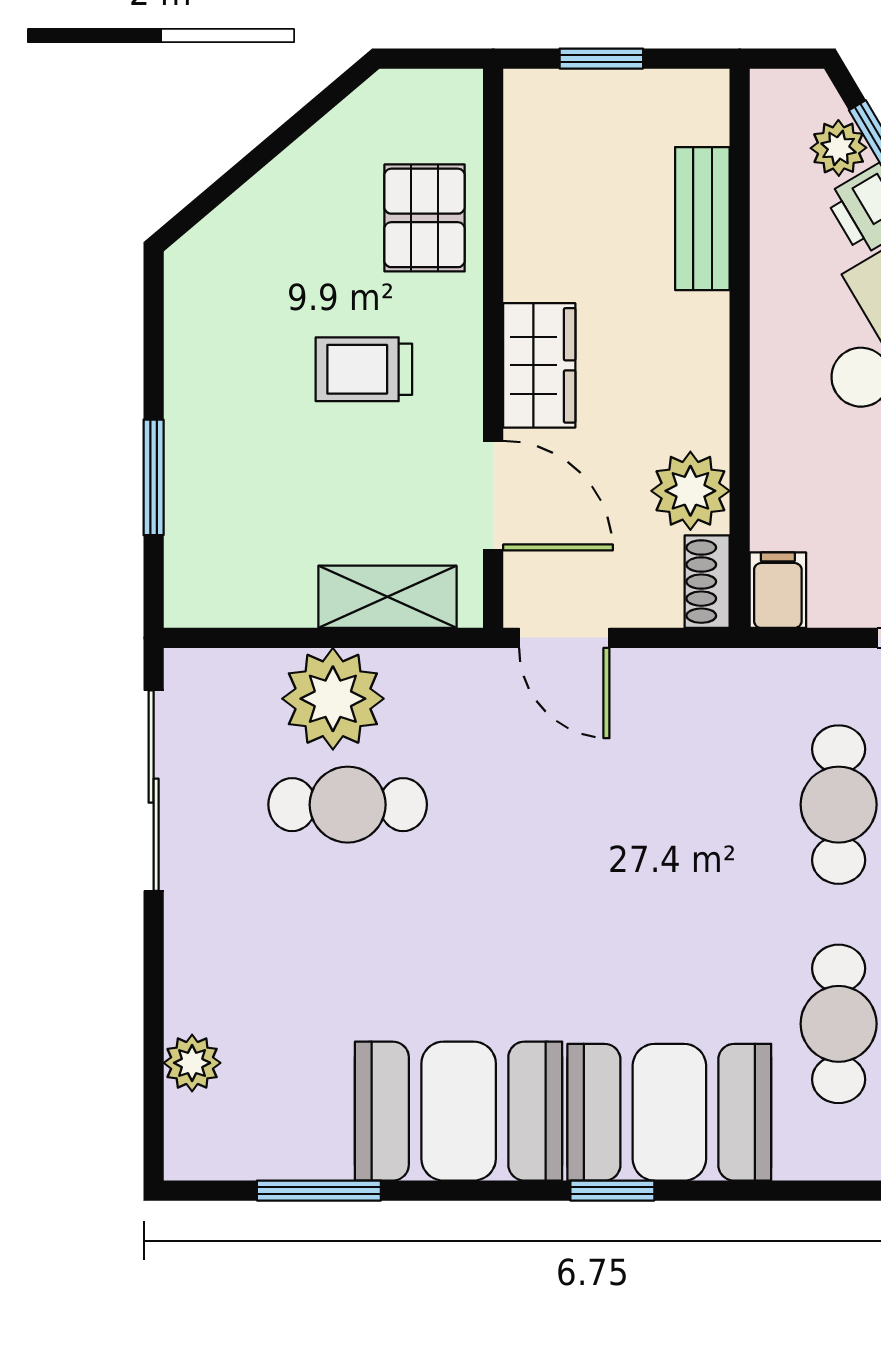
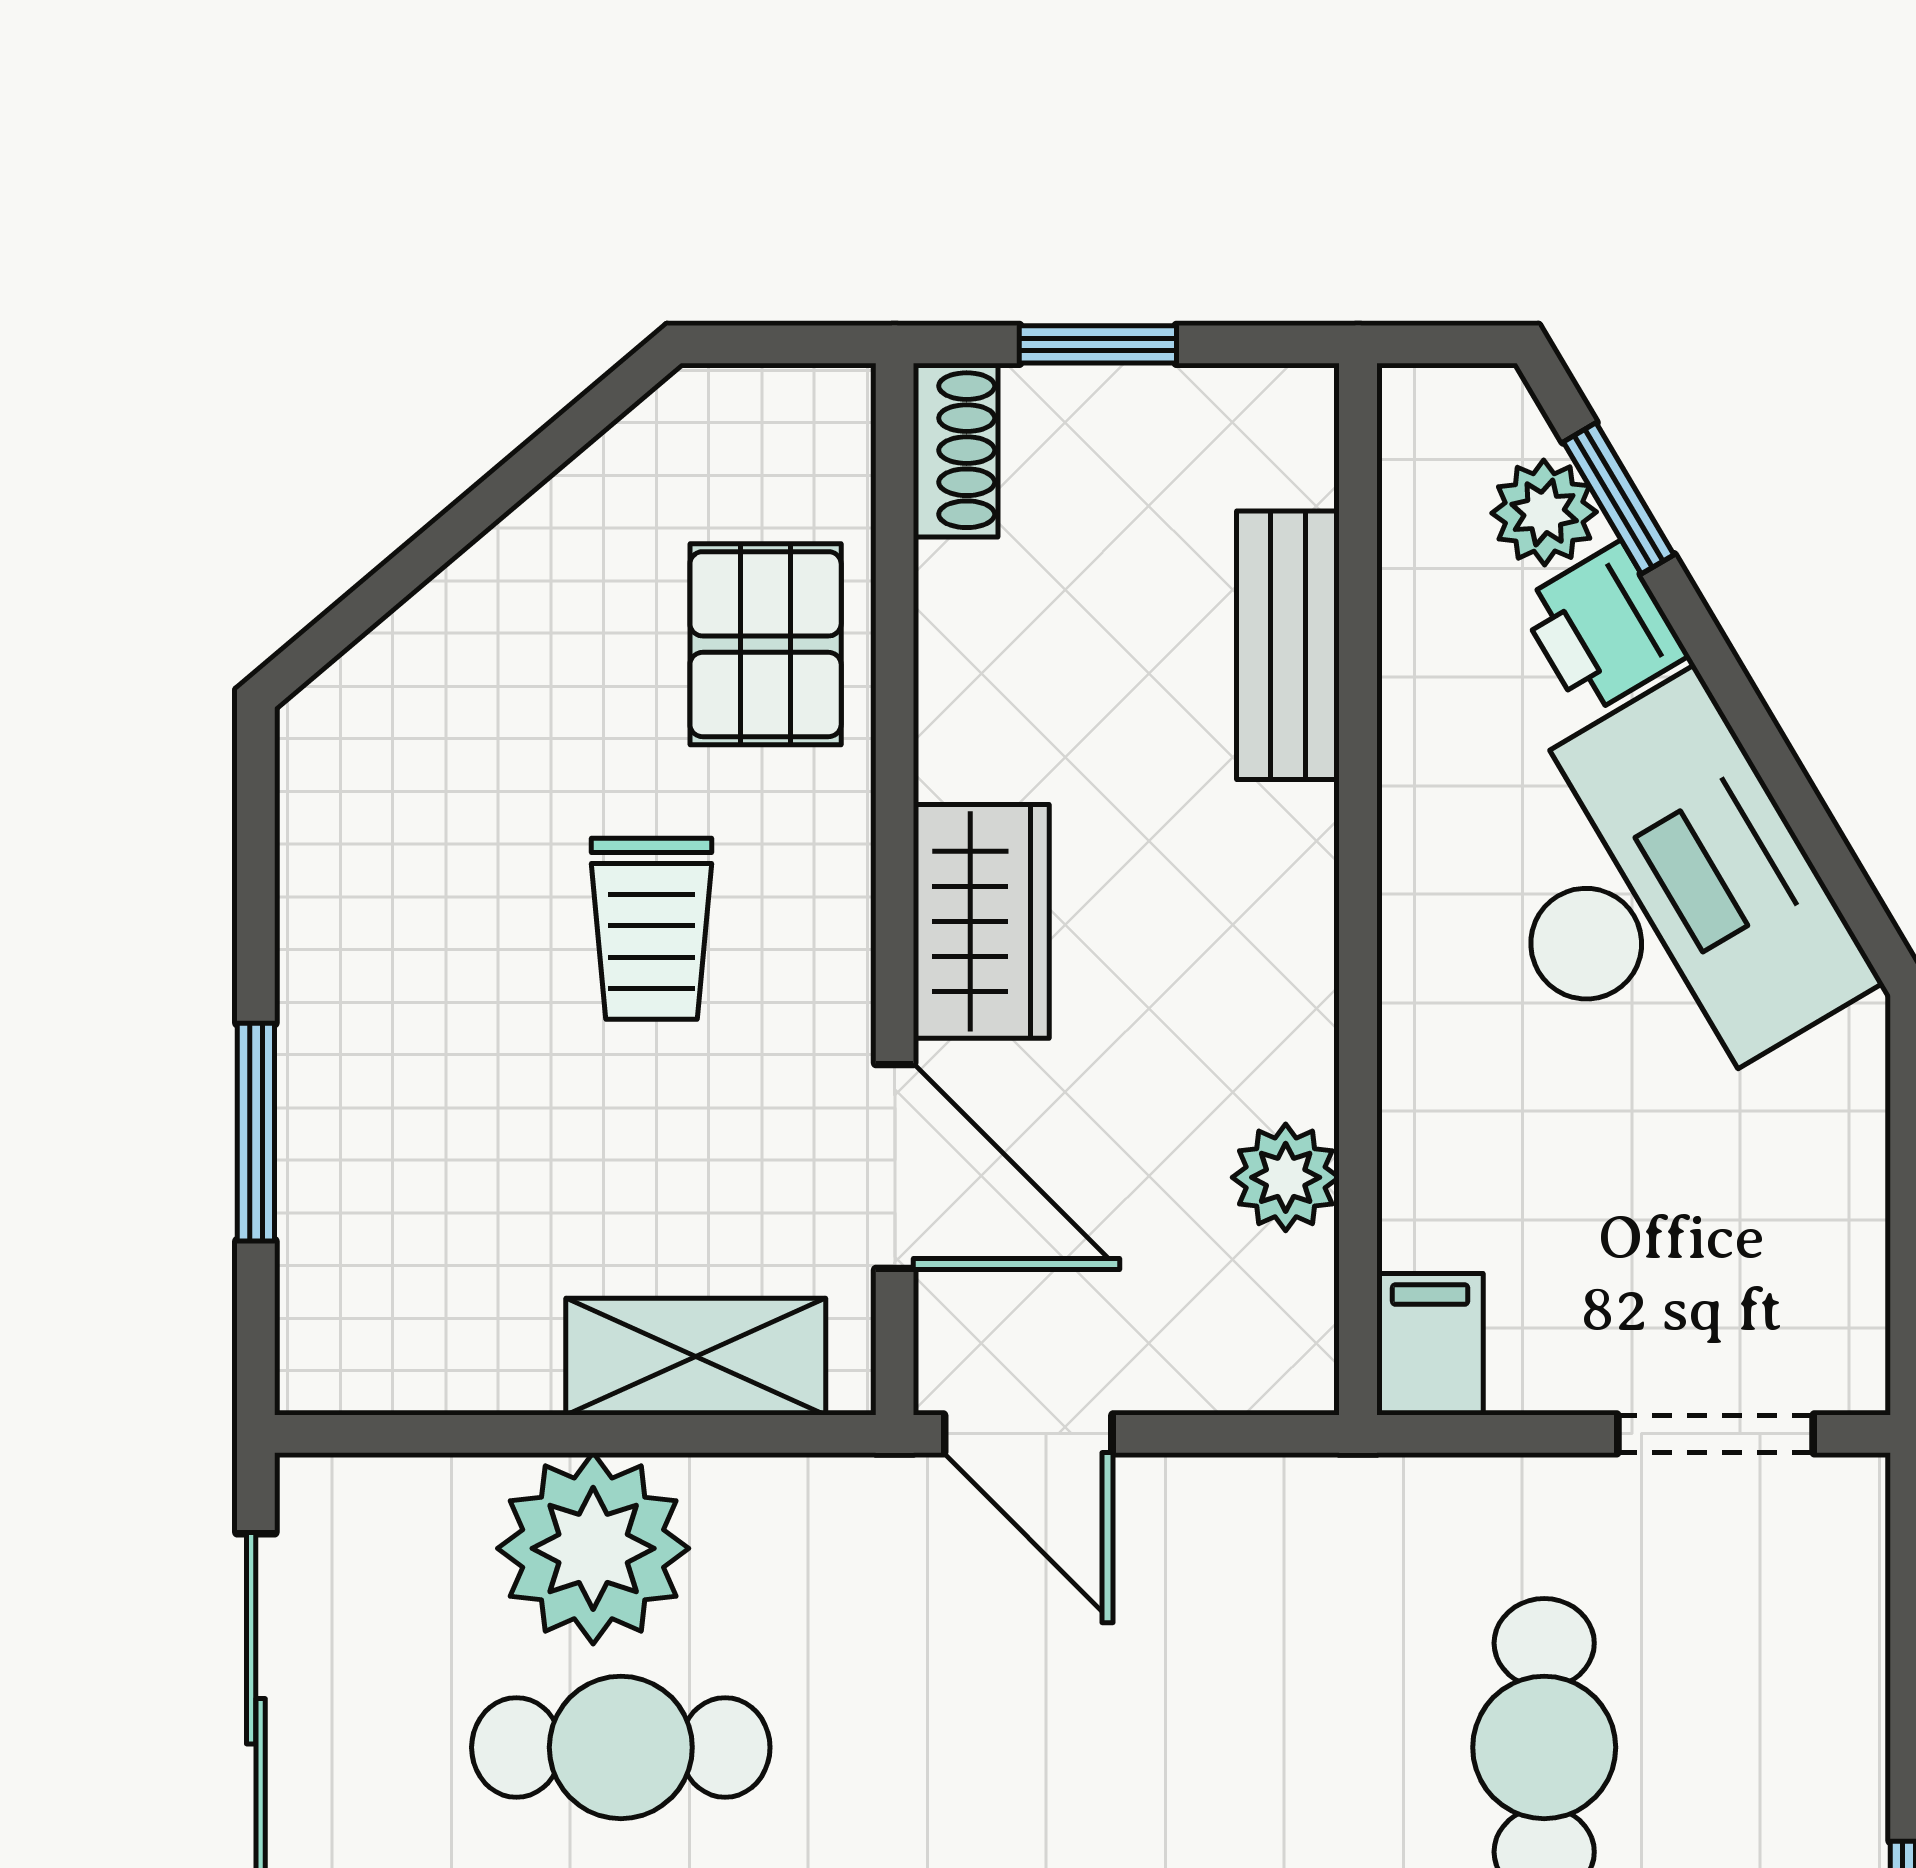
trolley: (364, 369) -> (652, 929), turned -90
plant: (690, 491) -> (1286, 1177), width x0.73, depth x0.73
shoe rack: (707, 582) -> (956, 450), moved, turned 180

